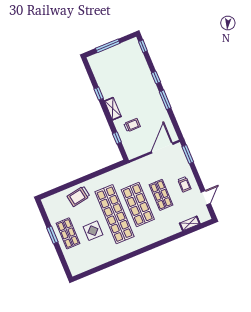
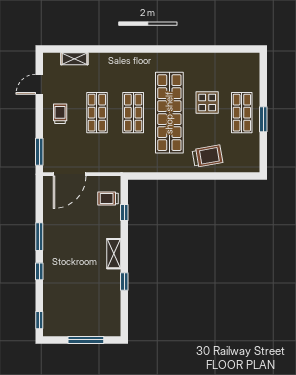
trolley: (132, 125) -> (108, 199), moved
shop shelf: (138, 204) -> (133, 113), width x0.70, depth x0.74

